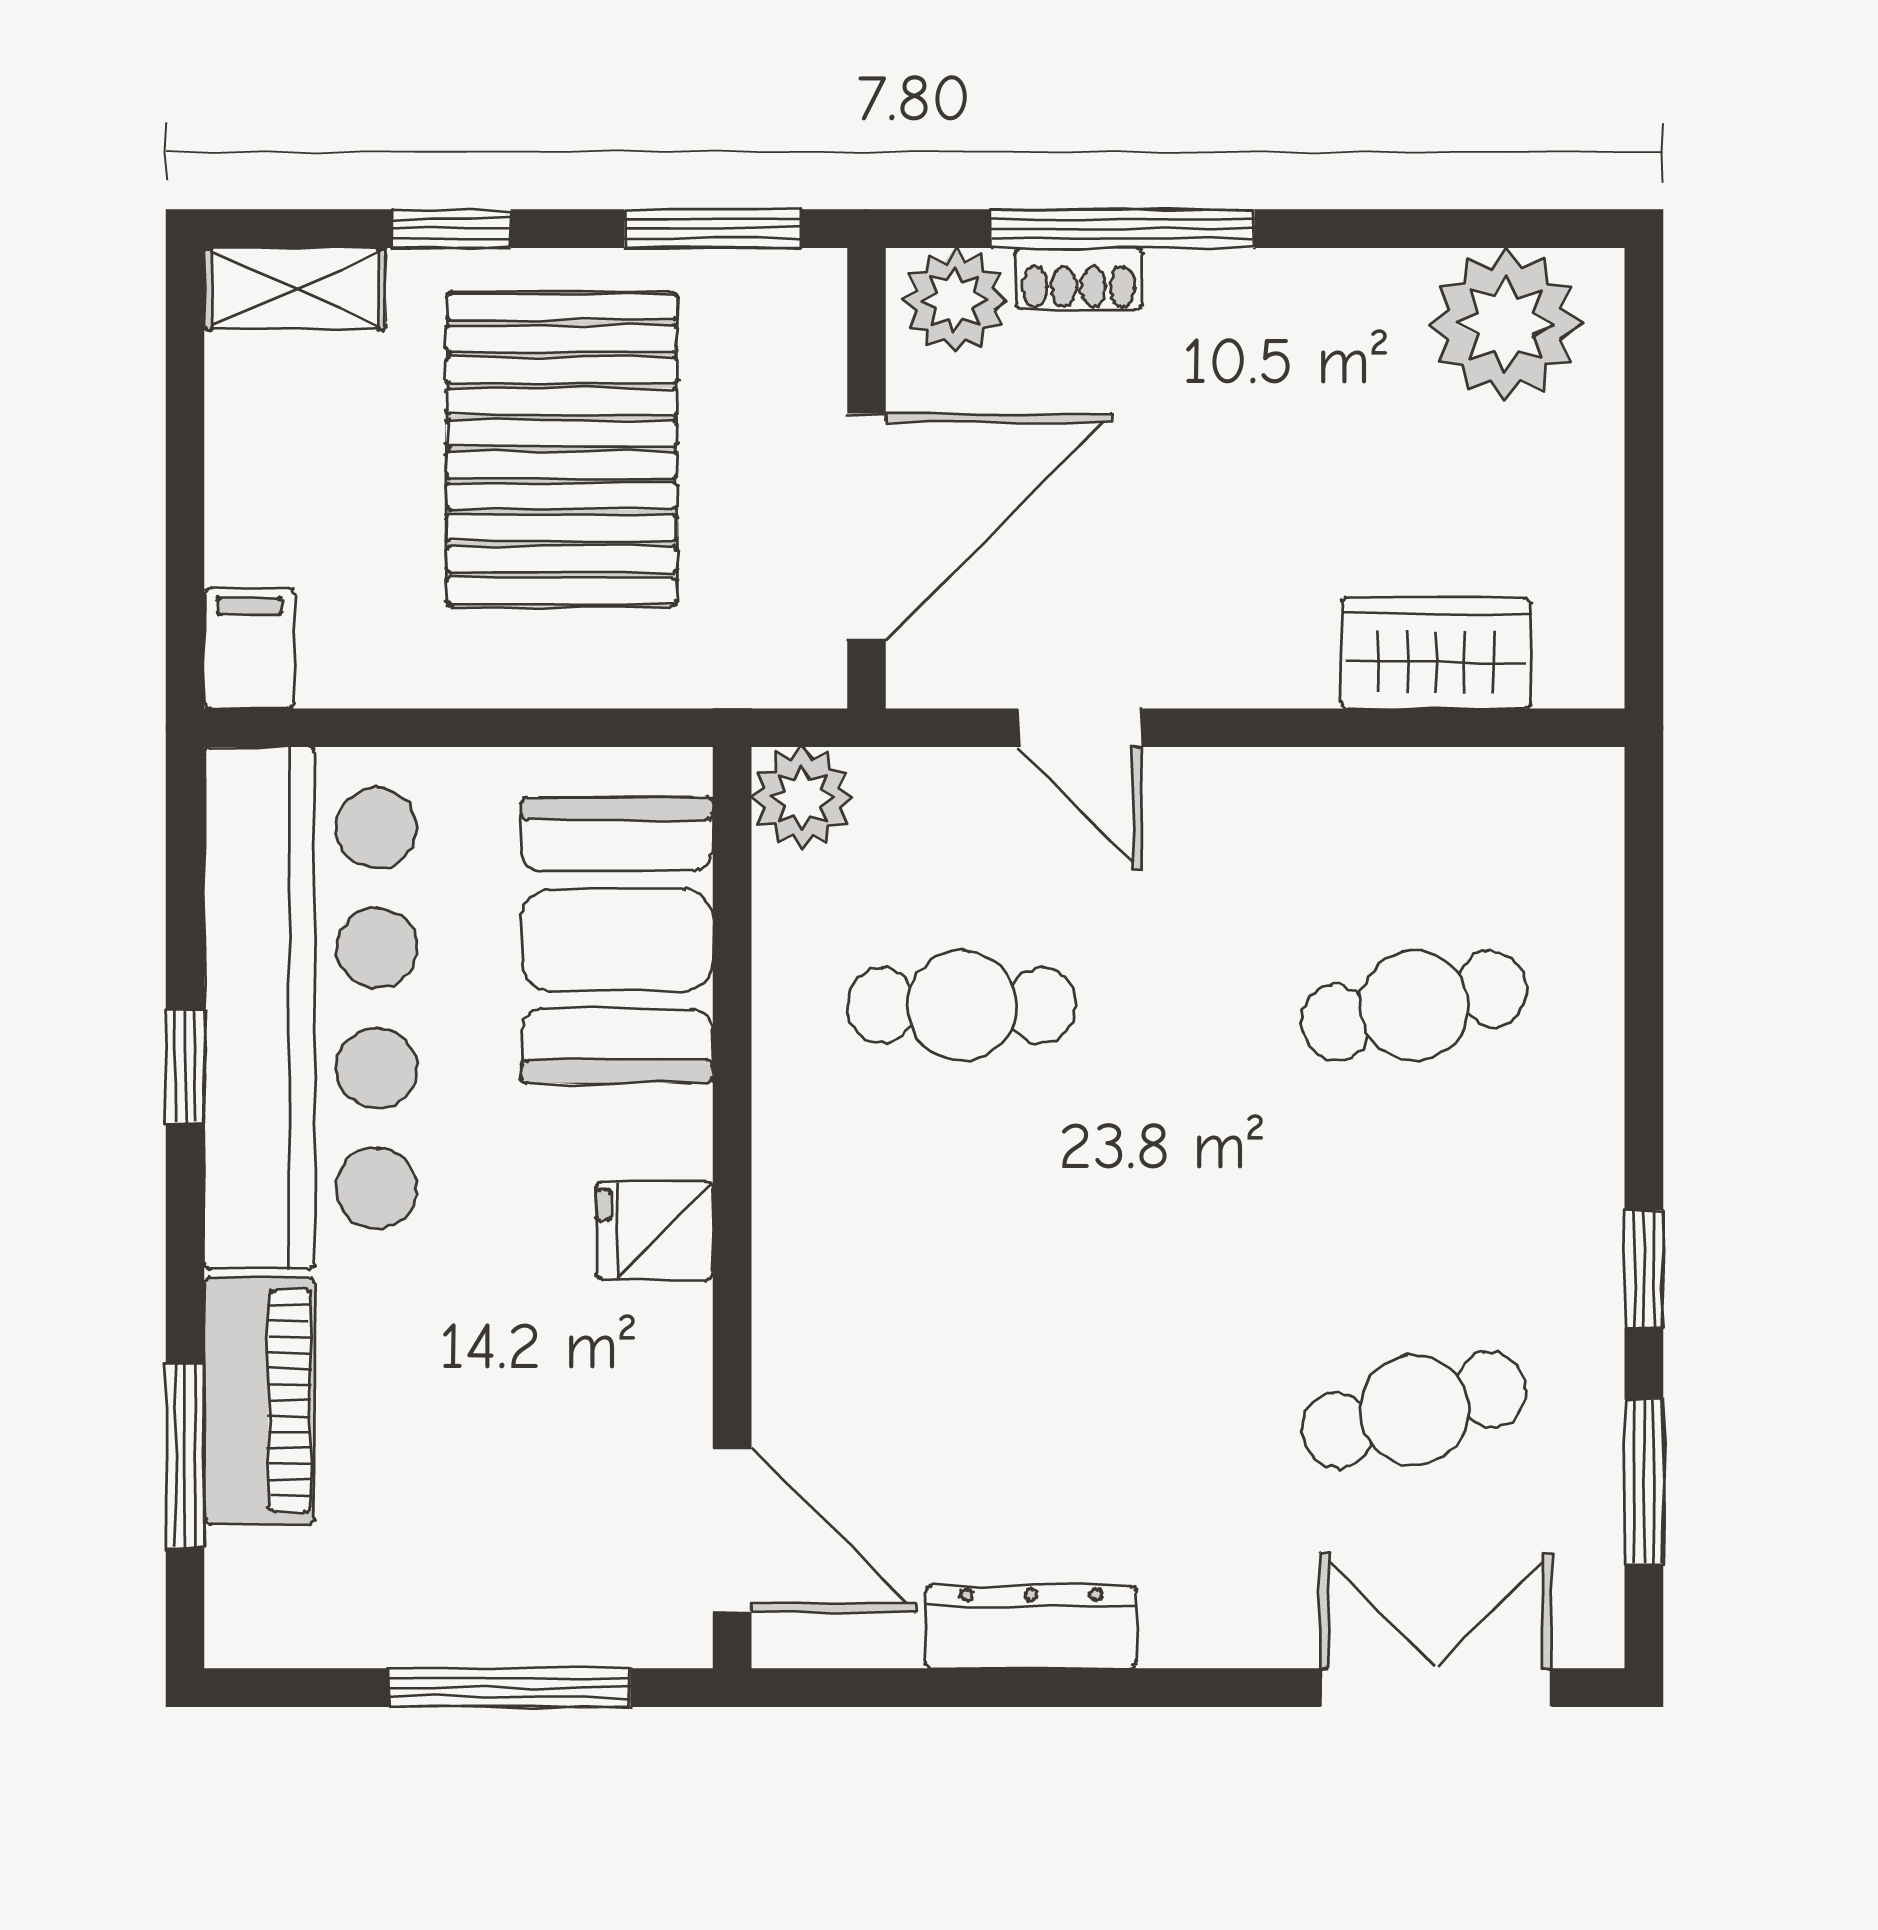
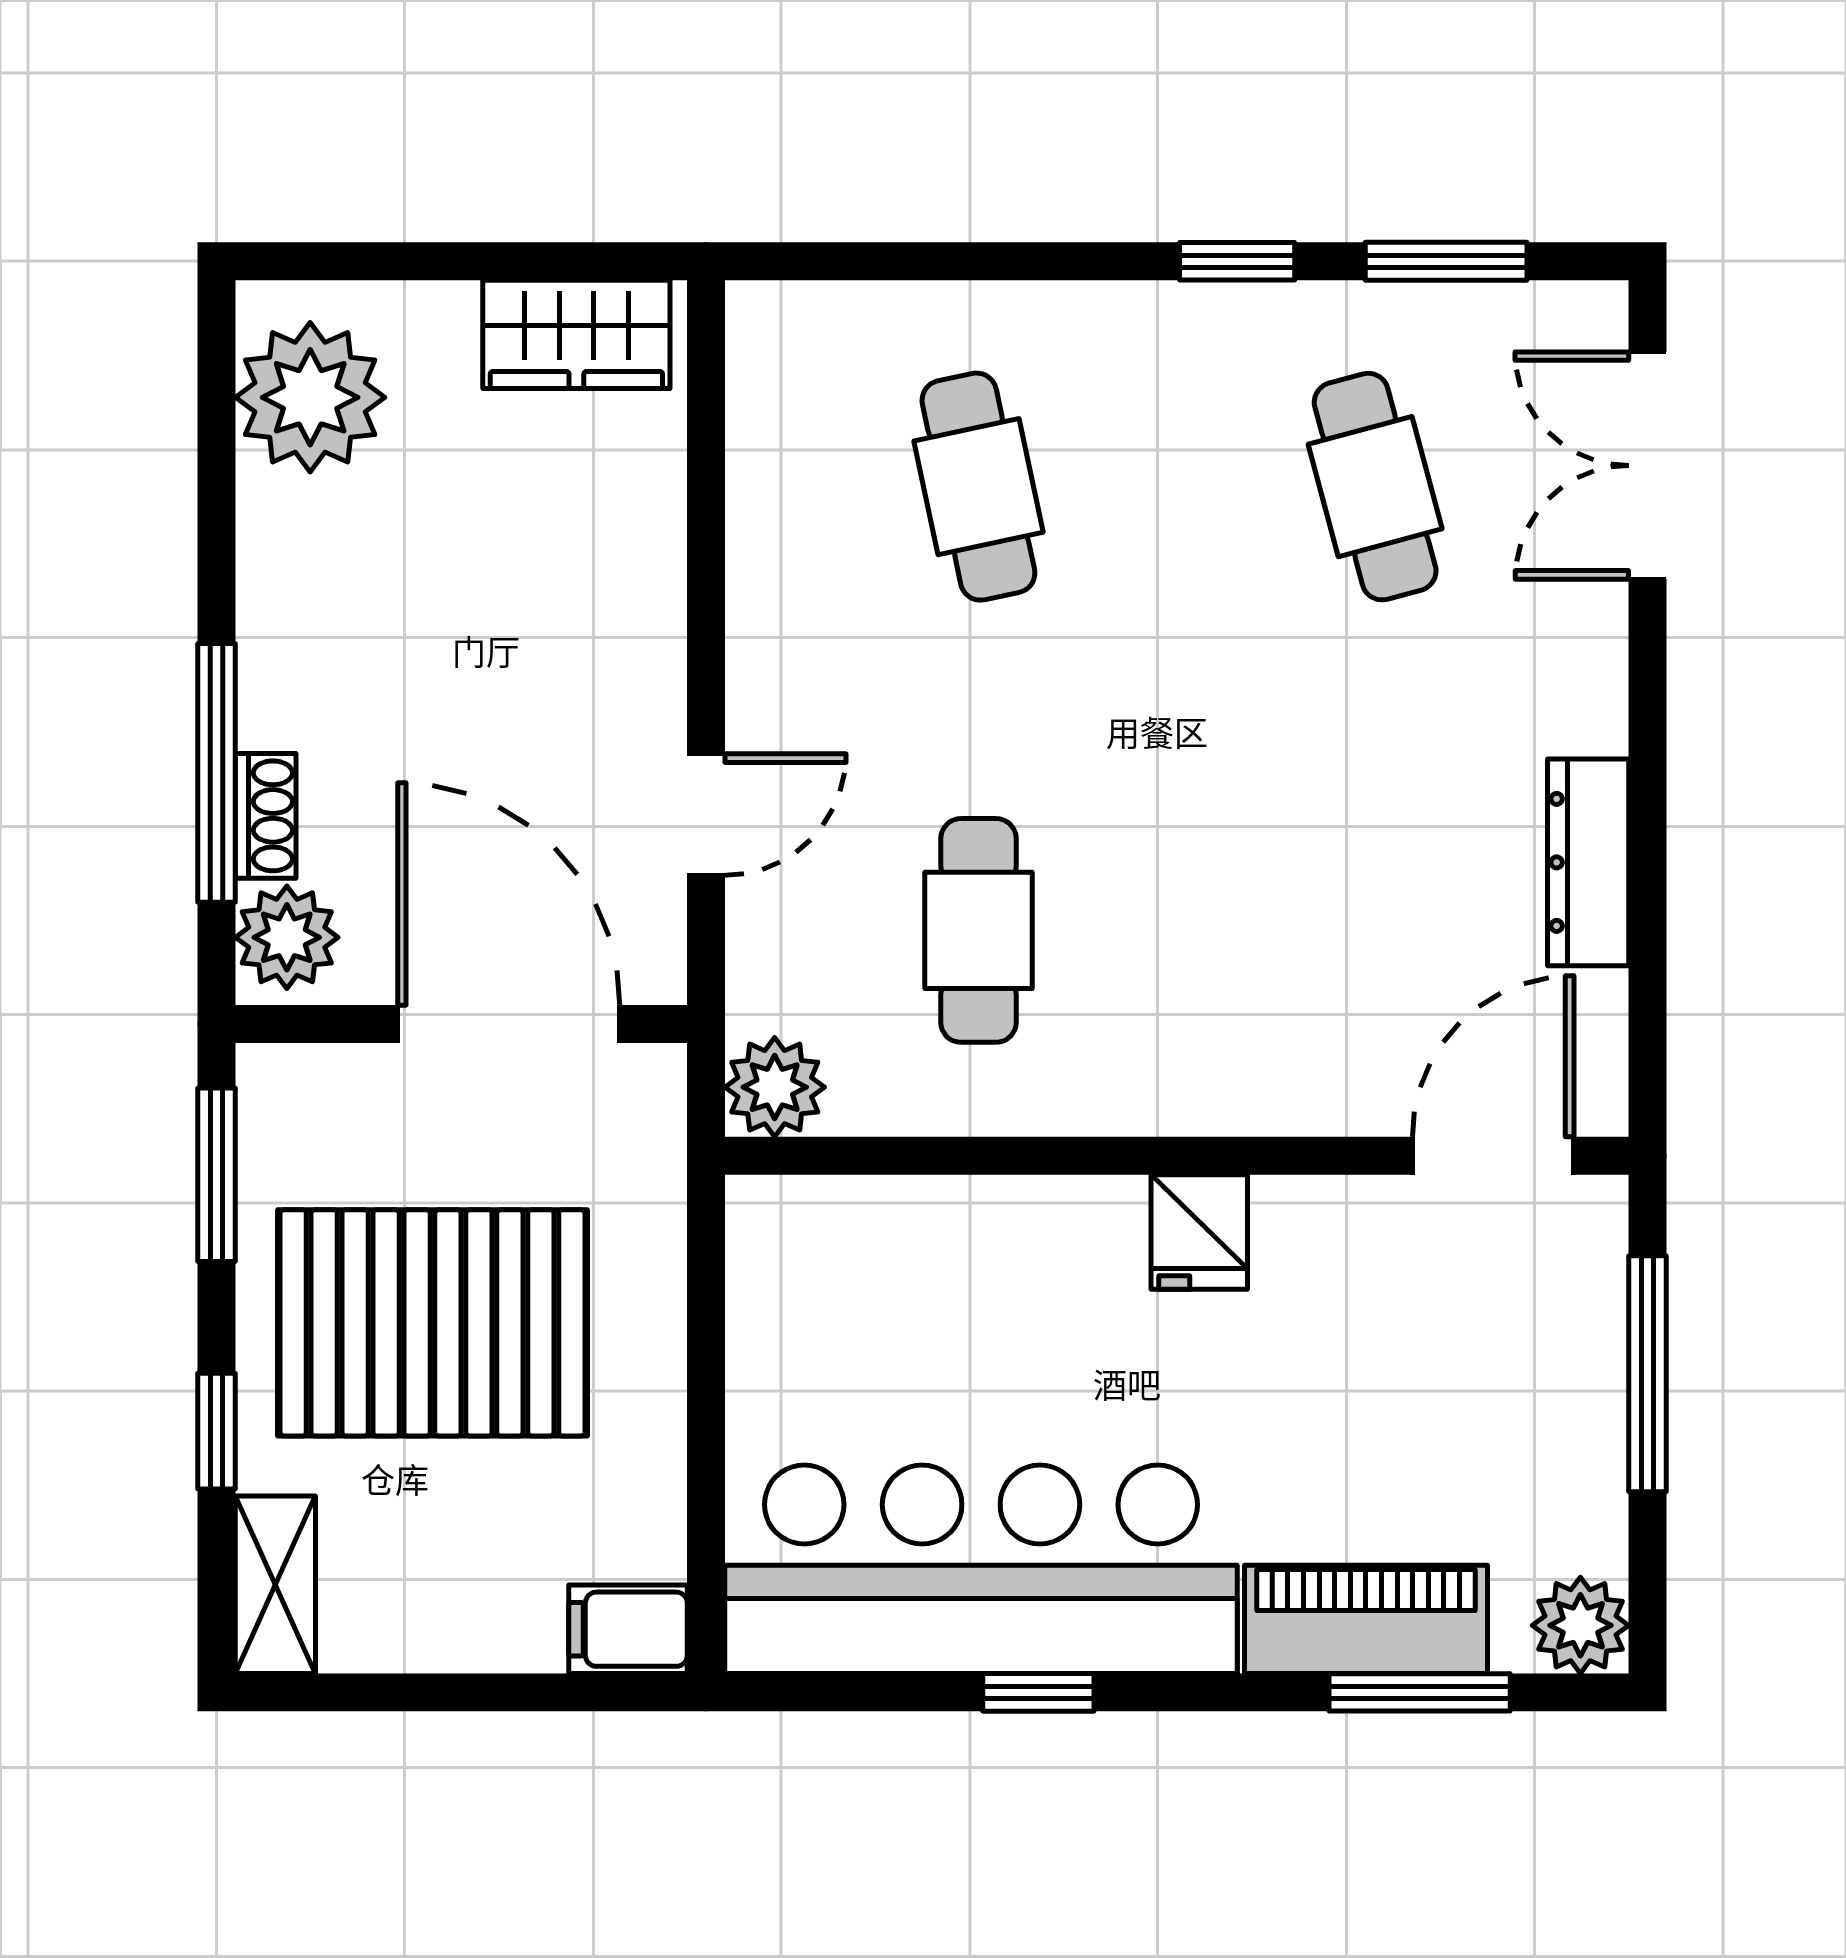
wardrobe: (1436, 653) -> (576, 334), moved, turned -90
booth: (617, 940) -> (914, 1269), removed
plant: (253, 1619) -> (1580, 1625), added

